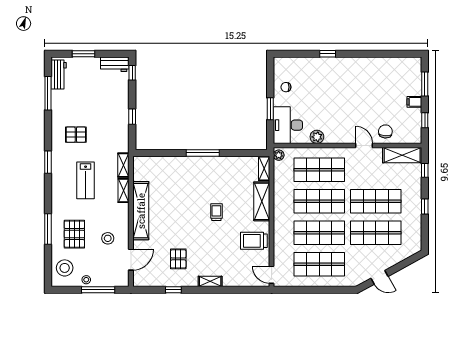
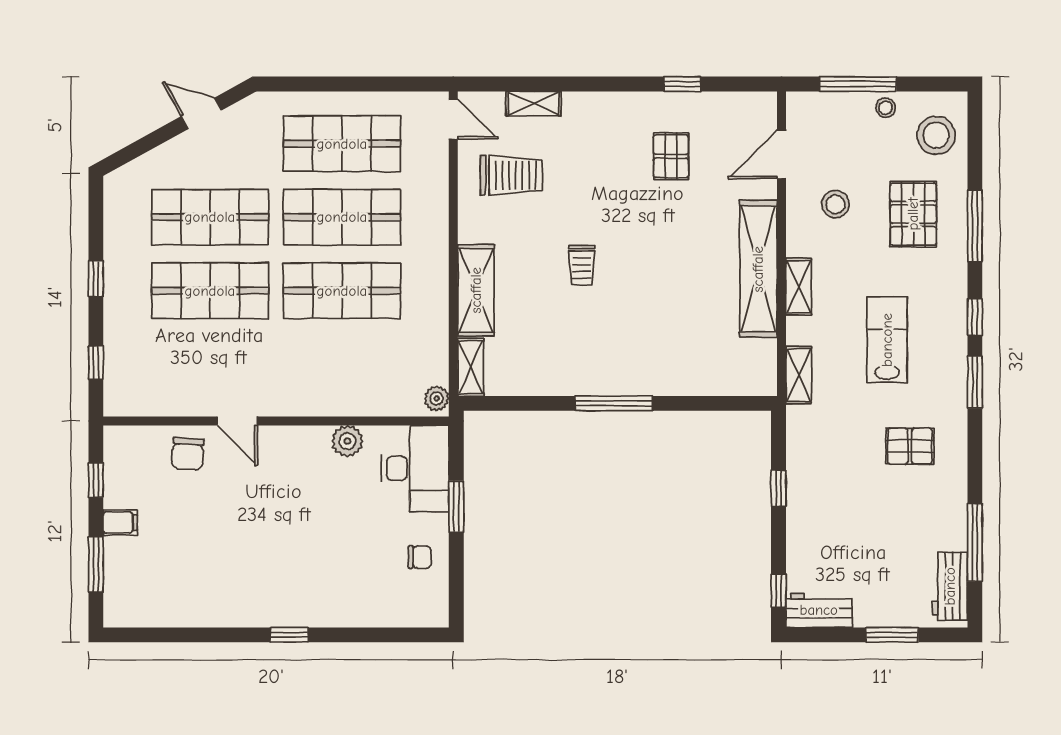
window: (328, 54) -> (289, 635), moved
shelving: (402, 155) -> (149, 398), removed
shop shelf: (319, 170) -> (342, 364), removed
window: (48, 190) -> (975, 317), added
shelving: (124, 191) -> (799, 287), moved
trolley: (254, 241) -> (511, 175), moved
shelving: (210, 281) -> (534, 104), moved

